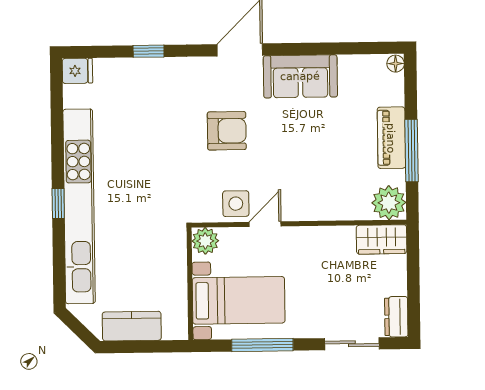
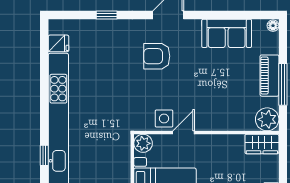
fridge: (77, 71) -> (59, 43), moved
sofa: (300, 76) -> (227, 33), moved
armchair: (227, 131) -> (157, 56), moved, turned 180
window: (58, 203) -> (44, 155), moved

